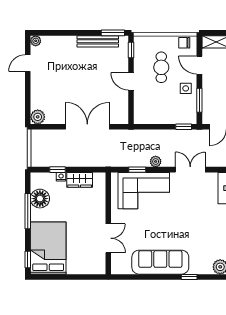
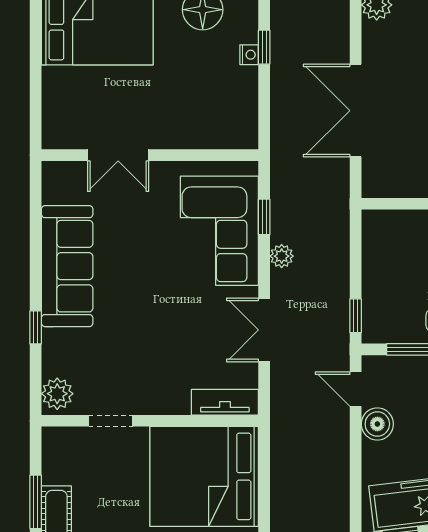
double door: (87, 127) -> (356, 111), swing flipped
double door: (190, 170) -> (264, 330), swing flipped
wardrobe: (80, 180) -> (243, 94), removed

